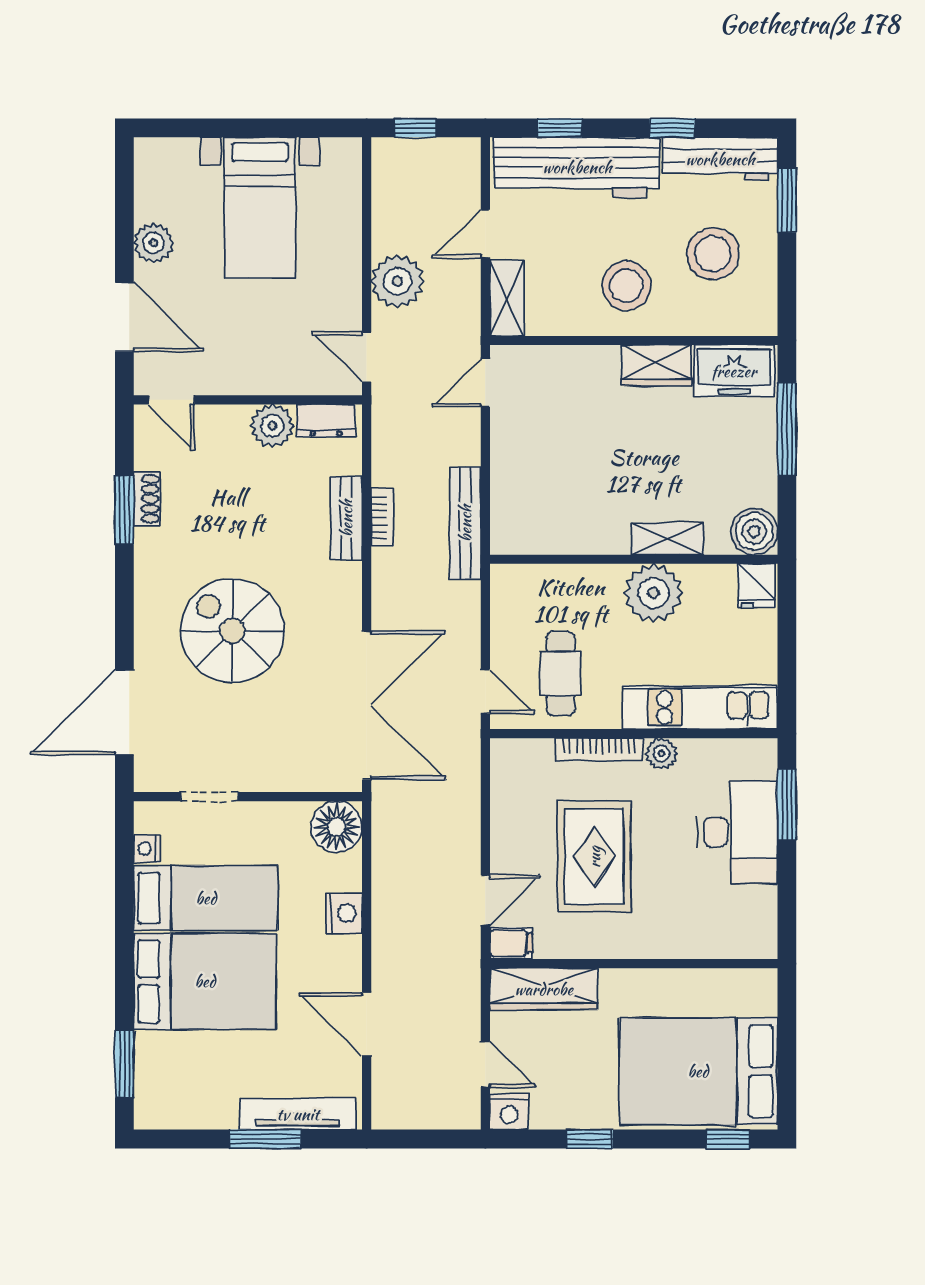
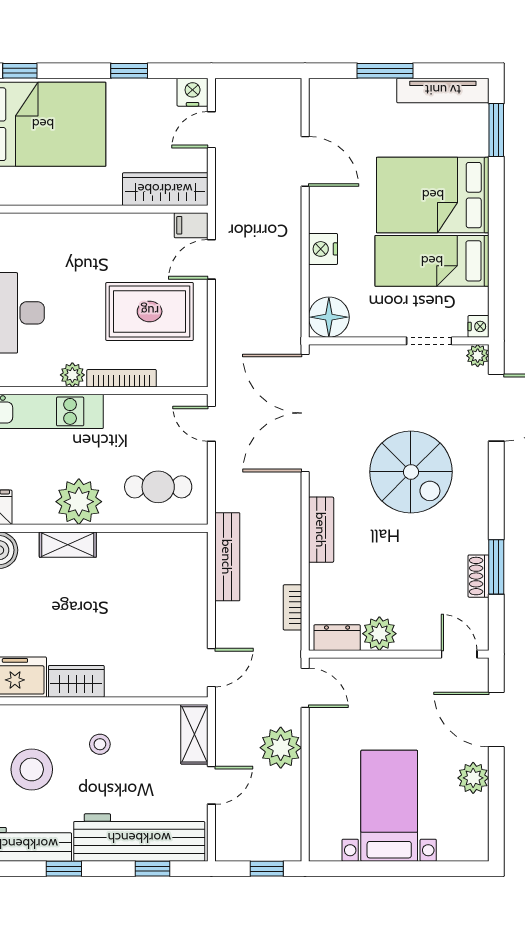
stool: (627, 286) -> (100, 744), width x0.53, depth x0.53
bench: (346, 518) -> (321, 530), moved
bookcase: (383, 518) -> (292, 607), moved
cafe table: (561, 673) -> (158, 487), moved, turned 90
plant: (148, 778) -> (478, 356), added
nightstand: (147, 849) -> (478, 326), moved
rug: (594, 857) -> (150, 311), moved, turned 90
door: (485, 1064) -> (211, 130), hinge flipped
tv unit: (298, 1114) -> (443, 90), moved

